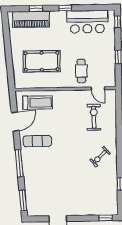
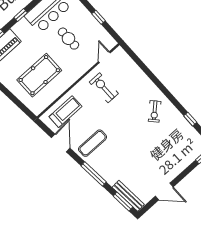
cafe table: (81, 71) -> (68, 39), moved
door: (98, 88) -> (104, 57), swing flipped
exercise bike: (94, 117) -> (104, 88), moved
bench: (30, 200) -> (128, 196), added

